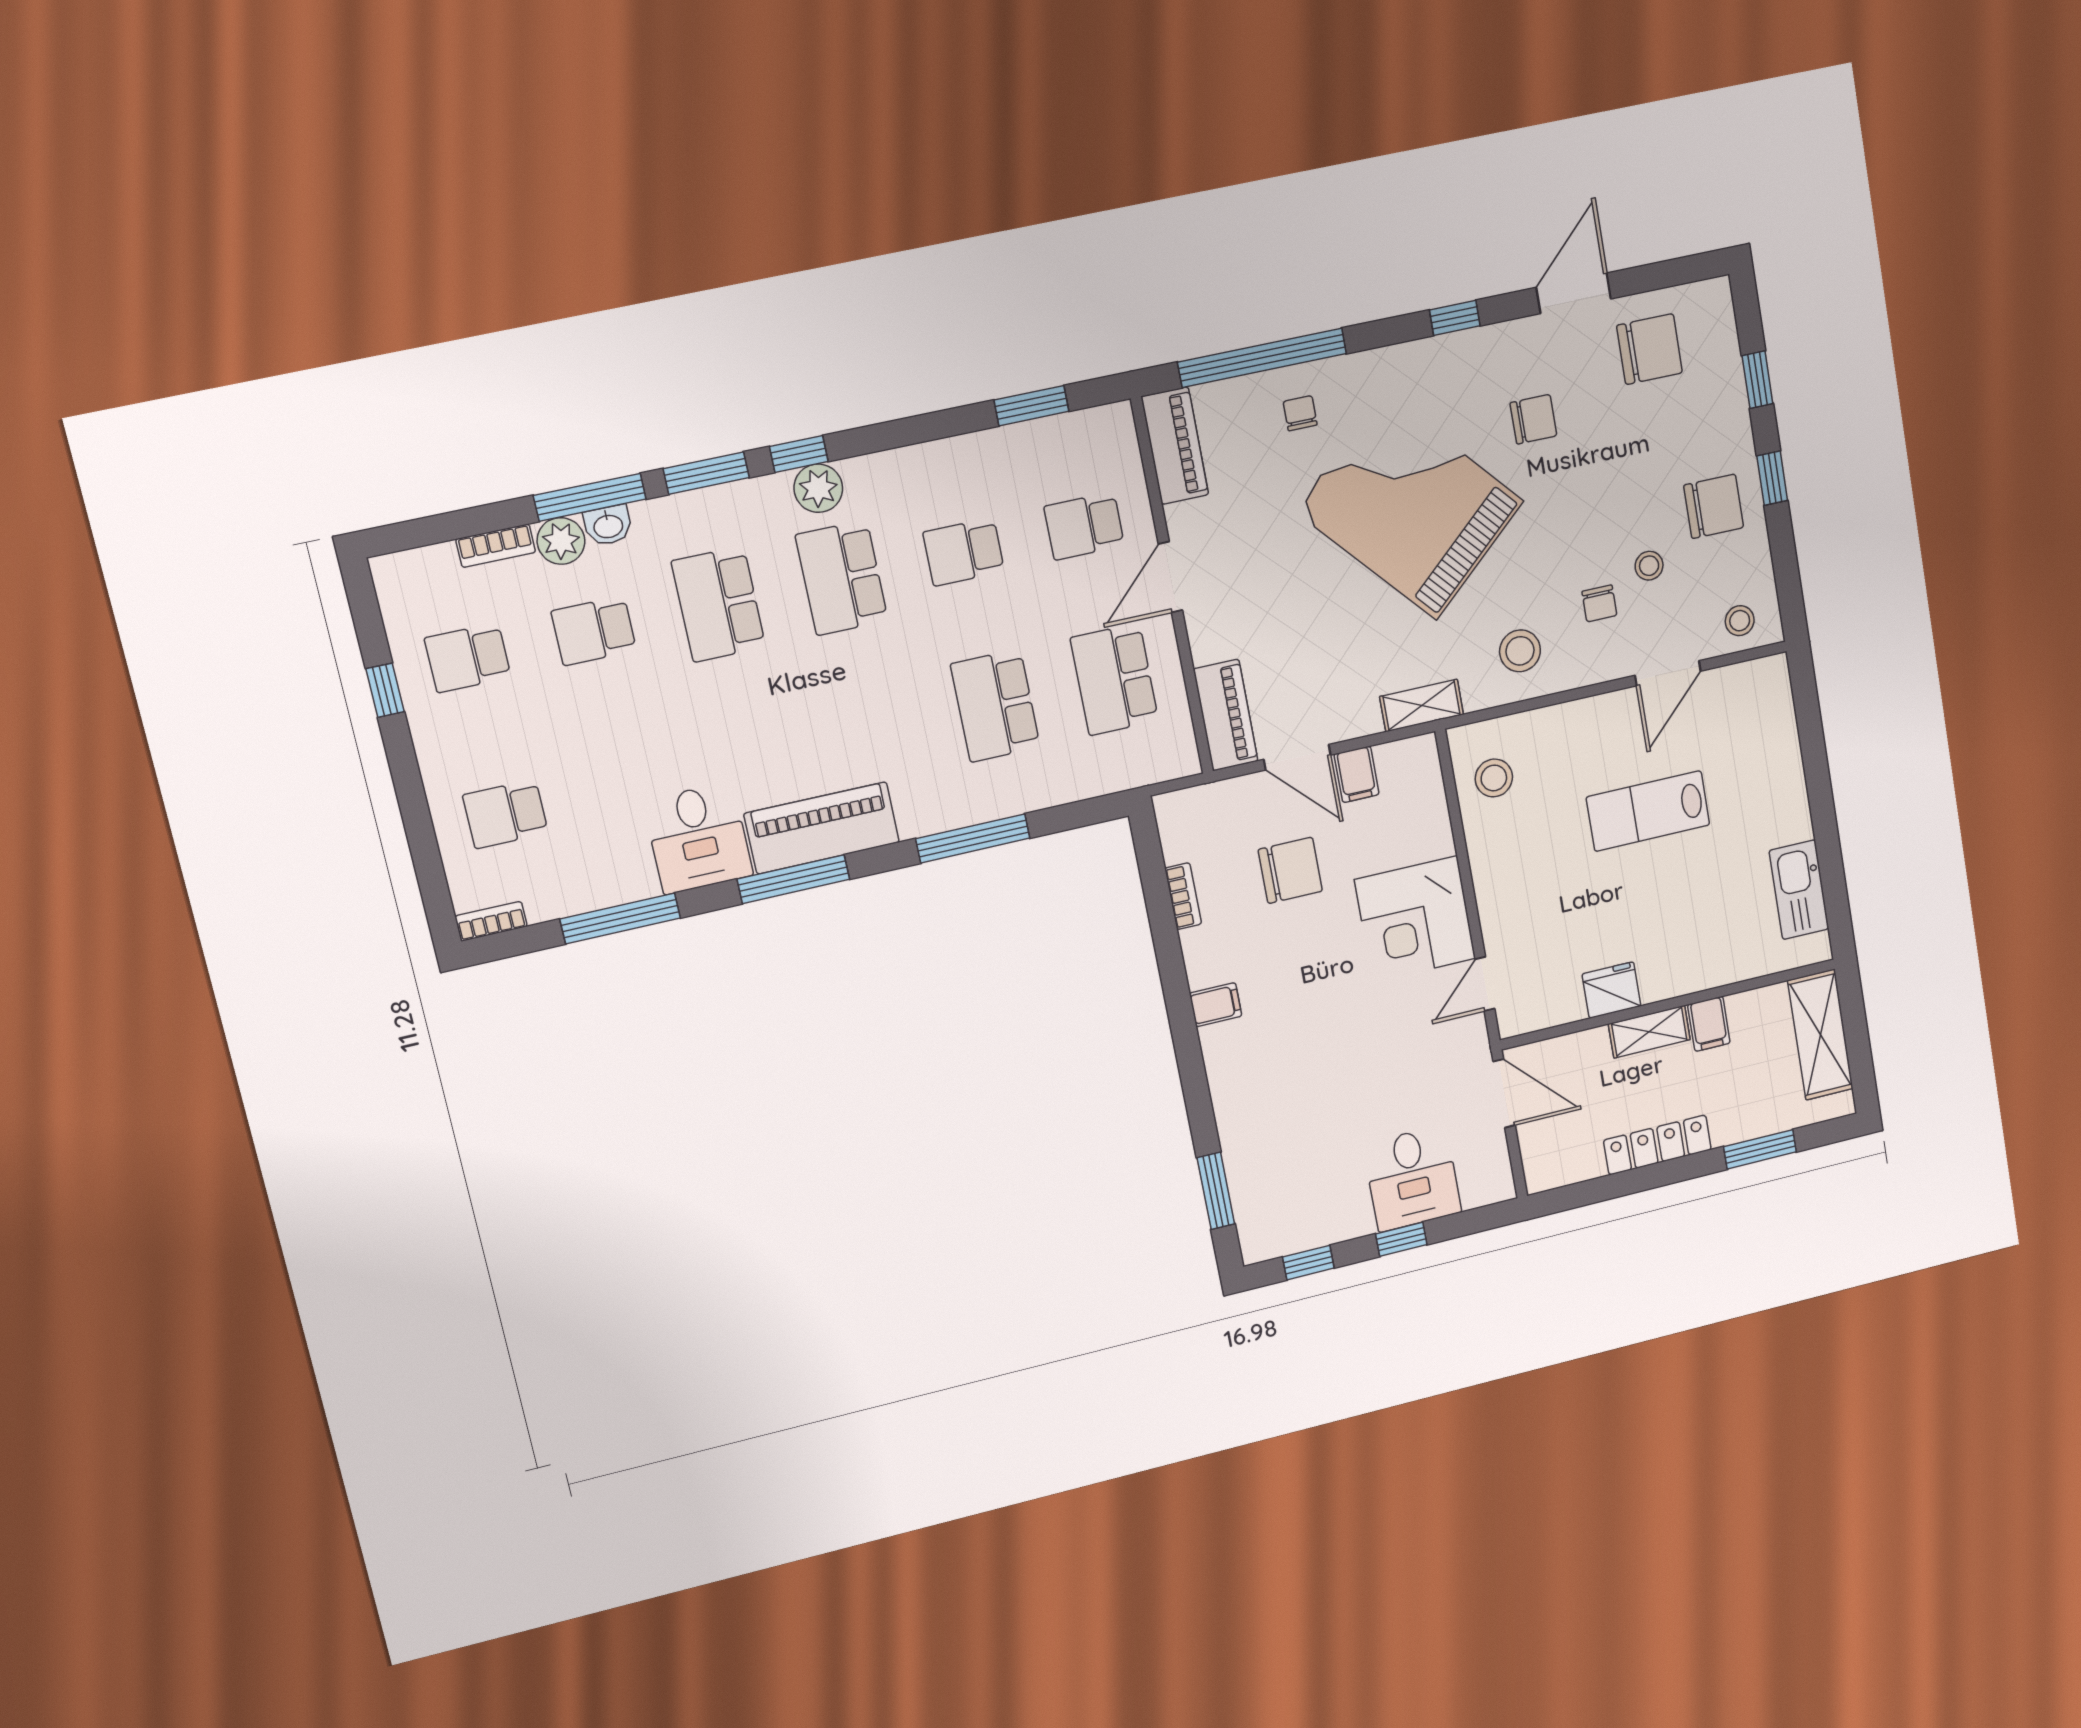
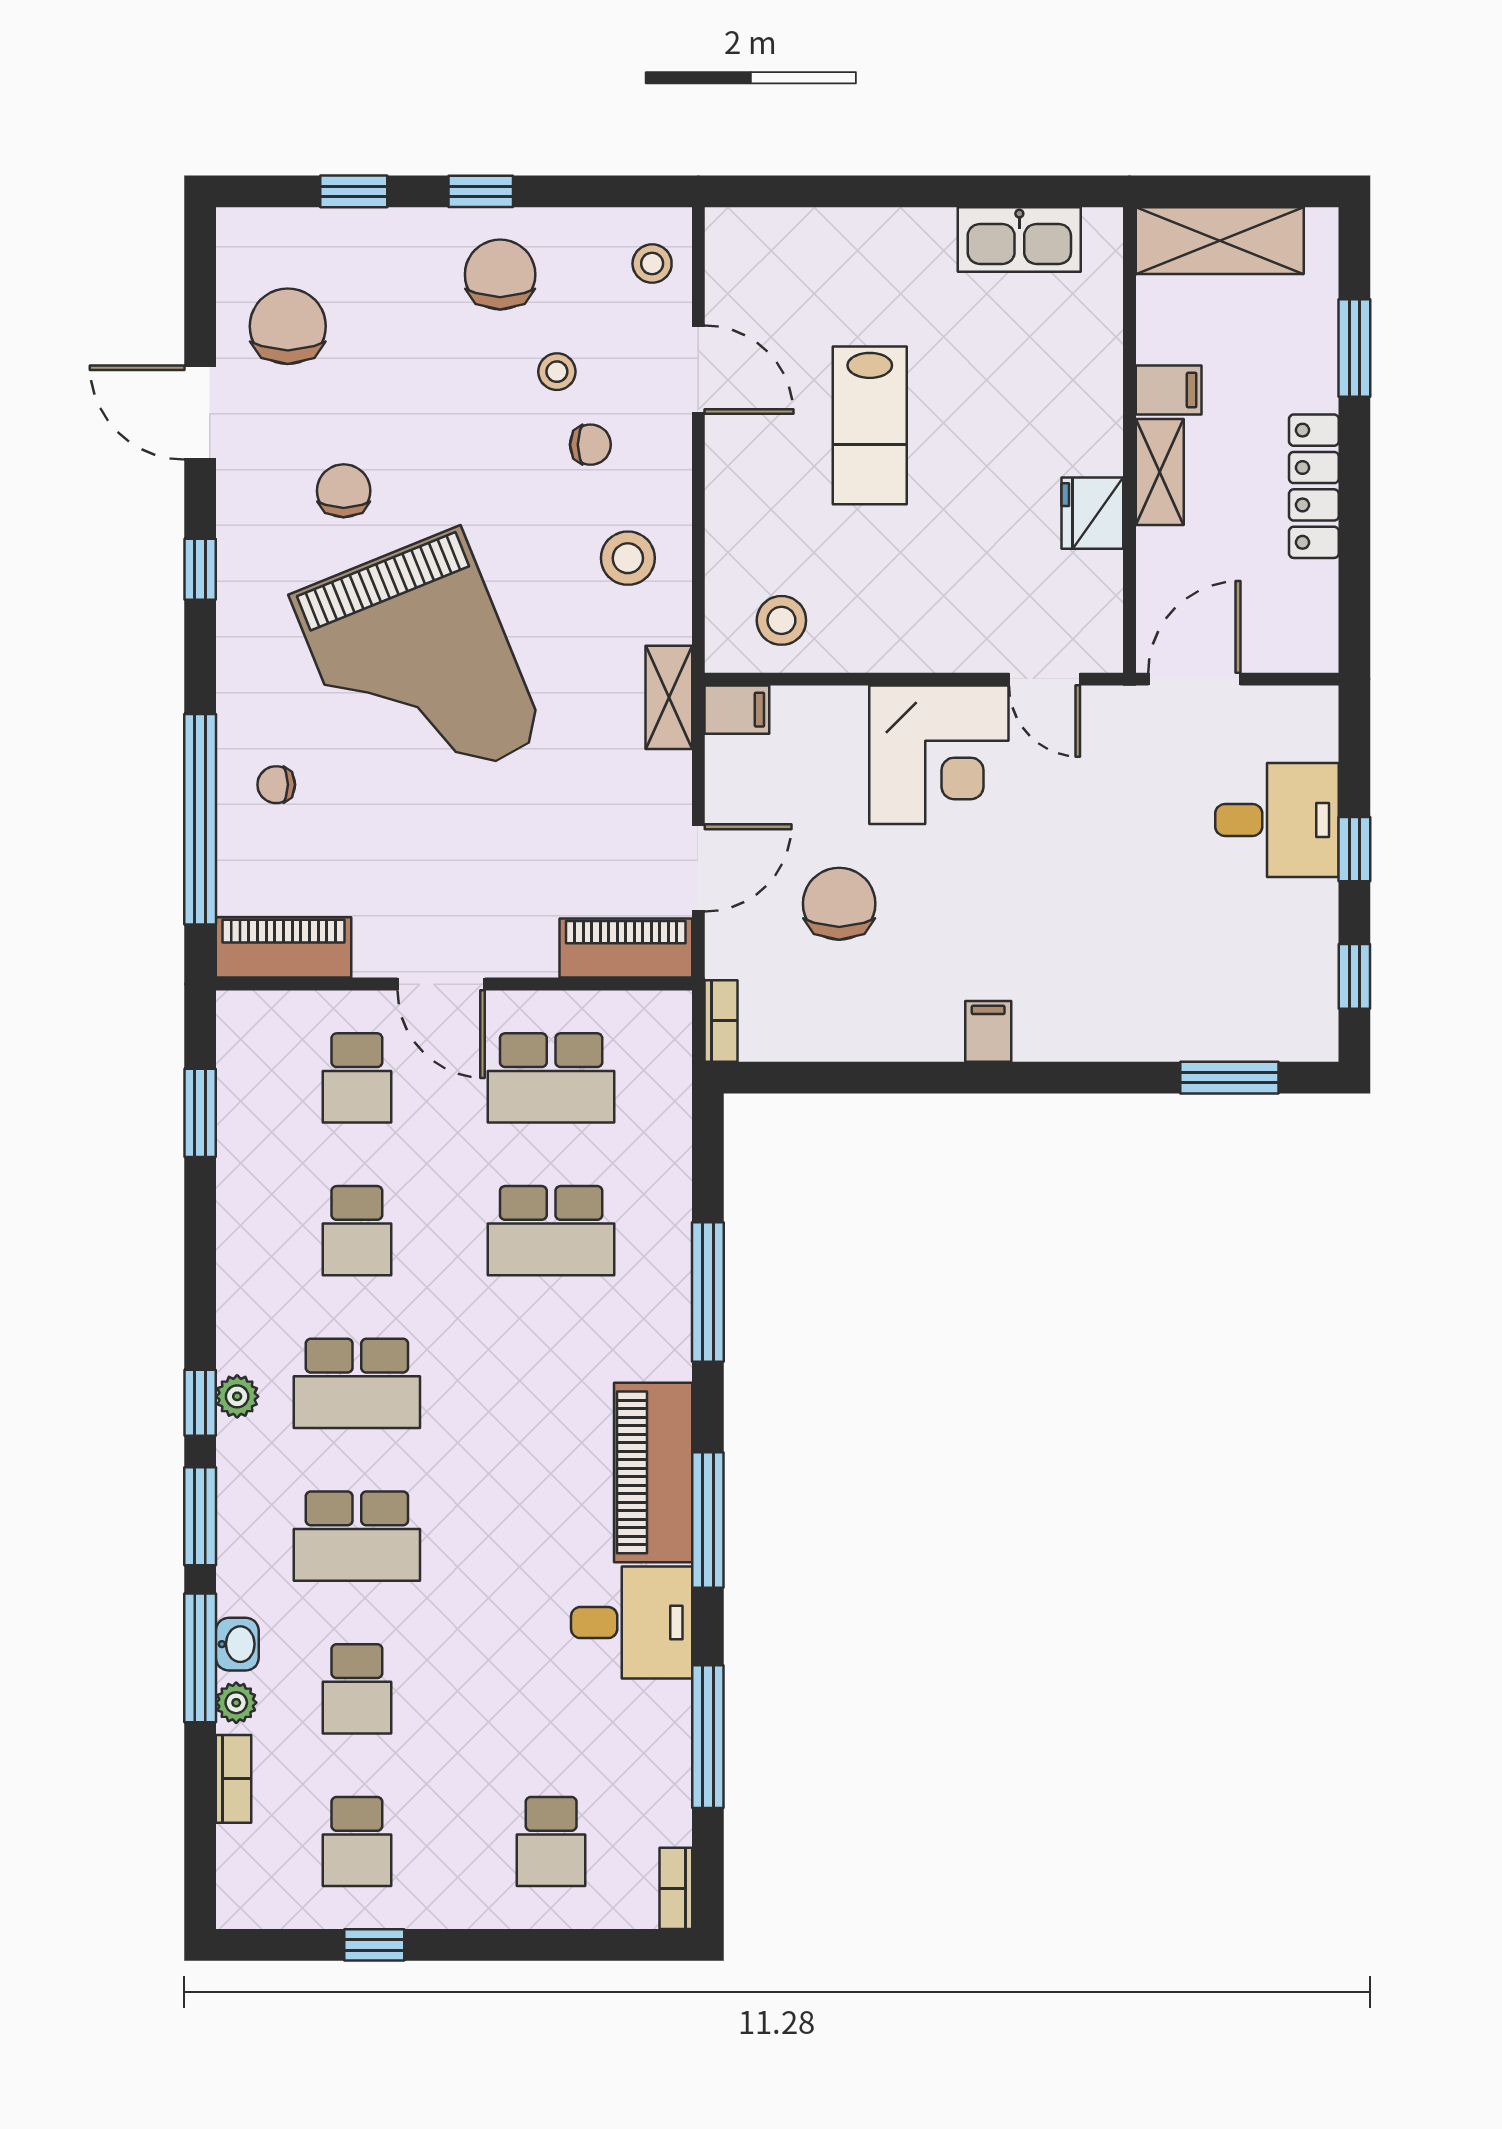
plant: (818, 488) -> (237, 1396), width x0.73, depth x0.73
grand piano: (1410, 506) -> (418, 667), turned -70
plant: (561, 541) -> (236, 1703), width x0.73, depth x0.73
filing cabinet: (1357, 774) -> (737, 710), moved
bookcase: (1183, 896) -> (721, 1021), moved, turned 90

